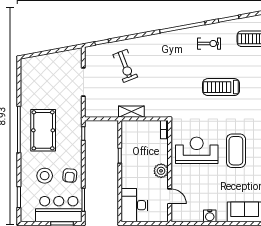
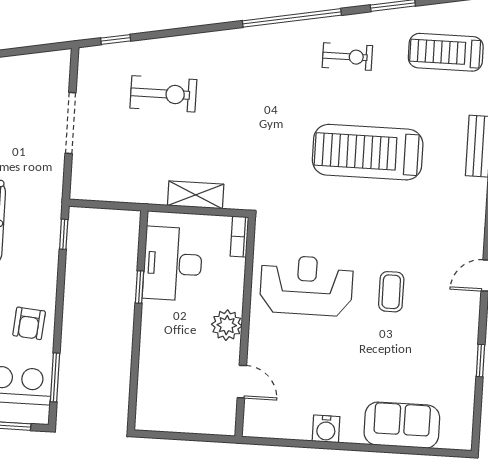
exercise bike: (125, 66) -> (163, 94), turned -69
treadmill: (221, 87) -> (368, 152), width x1.37, depth x1.38
shelving: (131, 112) -> (196, 195), moved
coffee table: (236, 151) -> (391, 292), width x0.54, depth x0.58
desk: (134, 205) -> (173, 264), moved

